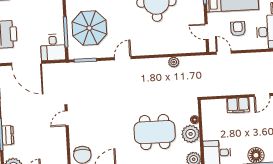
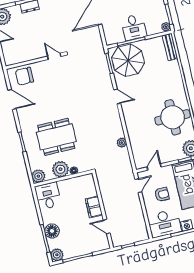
parasol: (89, 28) -> (128, 60), moved
desk: (53, 47) -> (134, 27), moved, turned -90
dining table: (155, 132) -> (56, 137), turned 90

